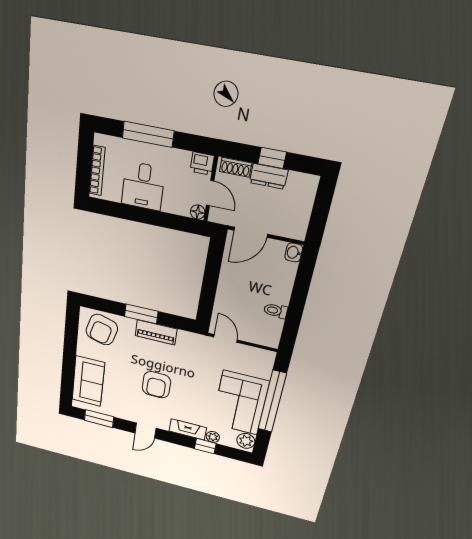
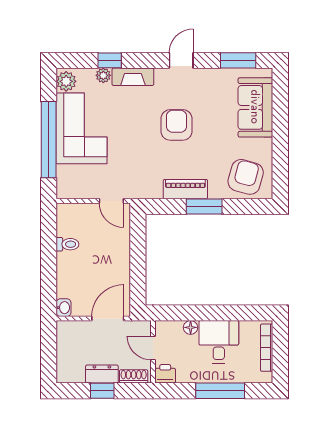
floor lamp: (198, 212) -> (191, 327), moved

